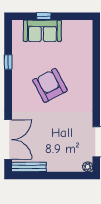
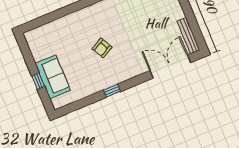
window: (8, 62) -> (112, 91), moved
armchair: (50, 85) -> (102, 48), width x0.53, depth x0.53

